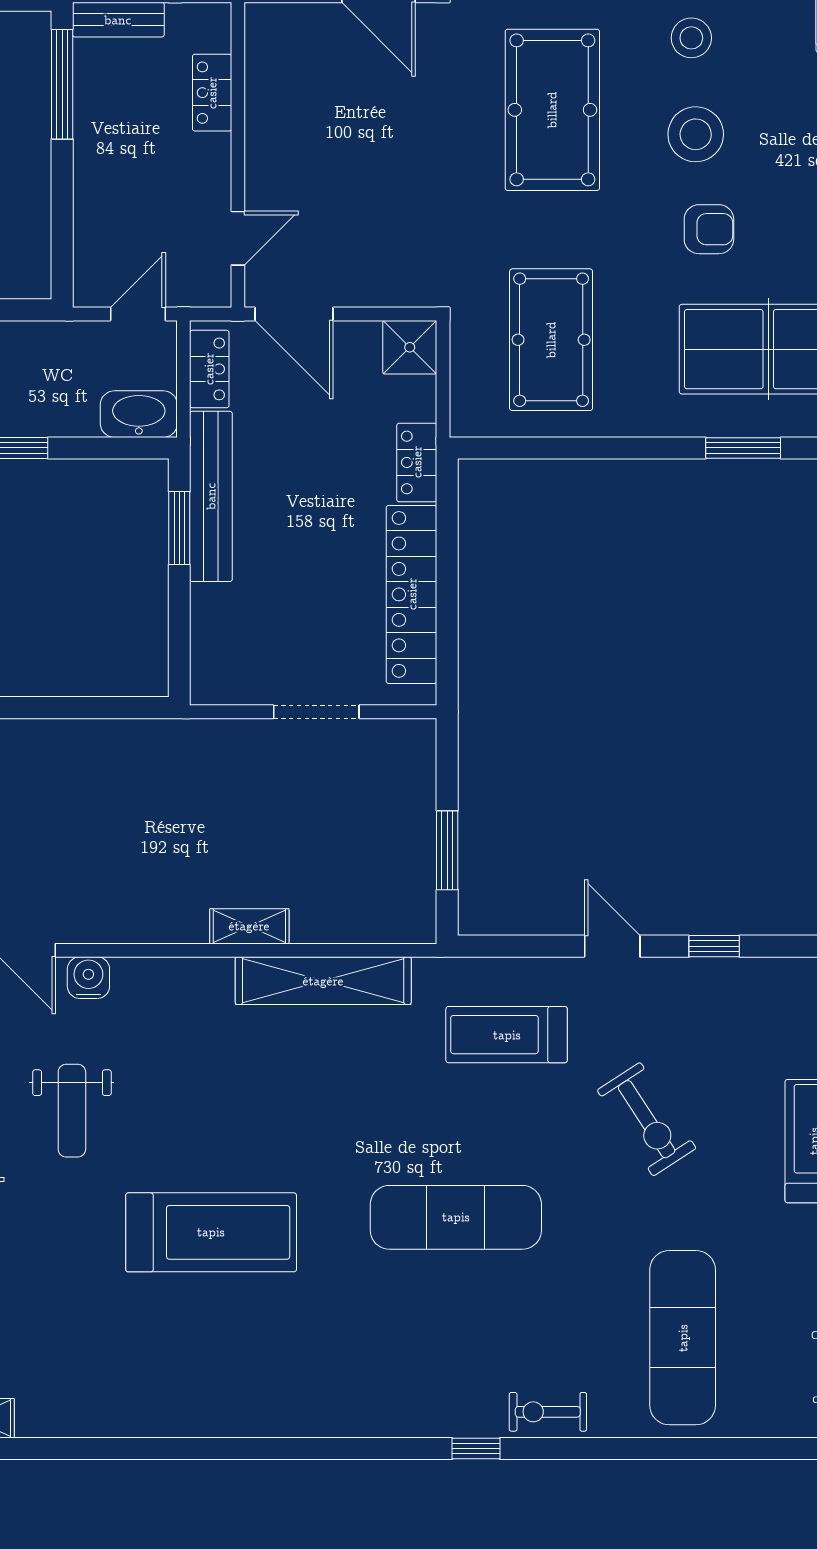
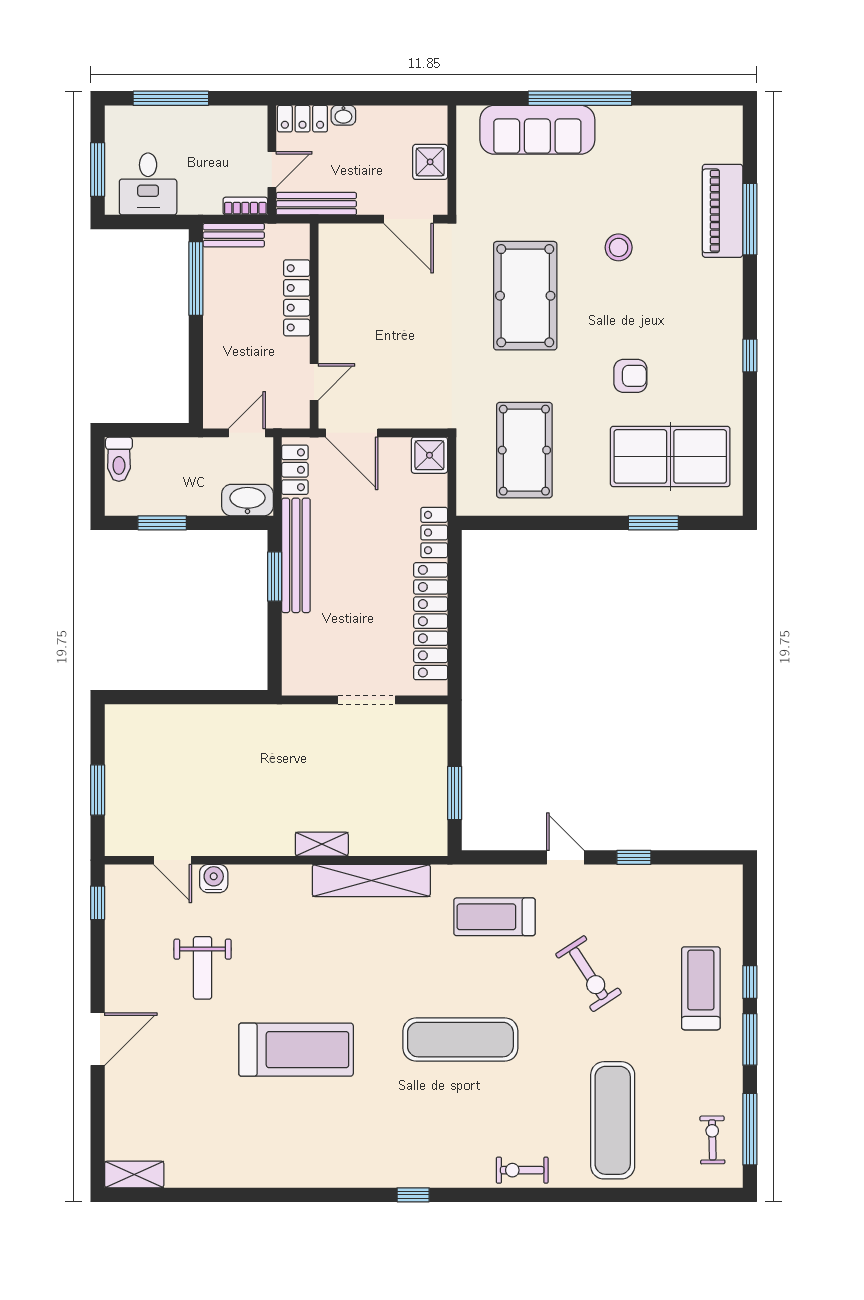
locker: (212, 93) -> (297, 298), width x1.53
stool: (696, 134) -> (621, 312), removed
window: (476, 1449) -> (413, 1195), moved

